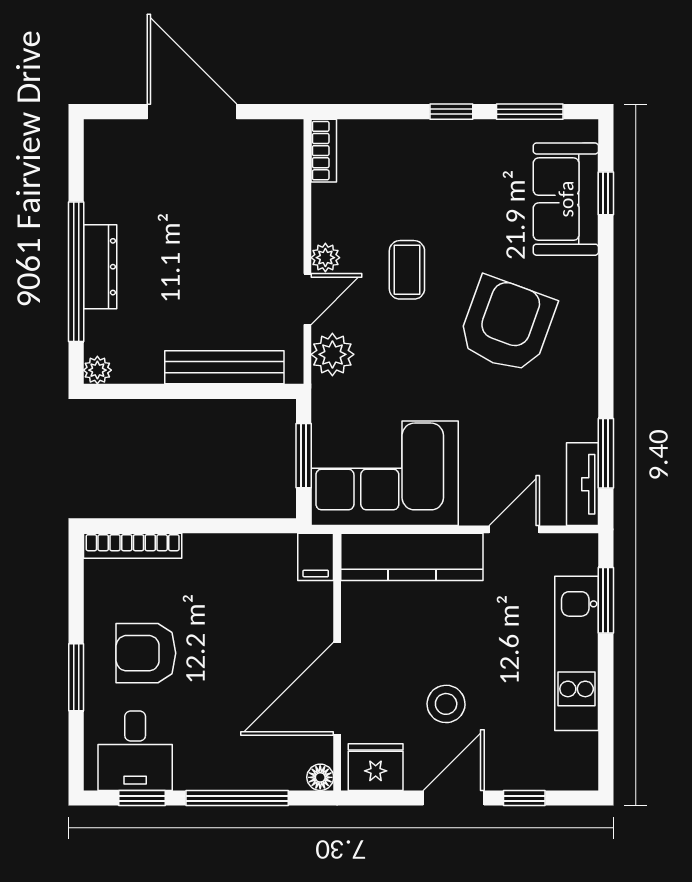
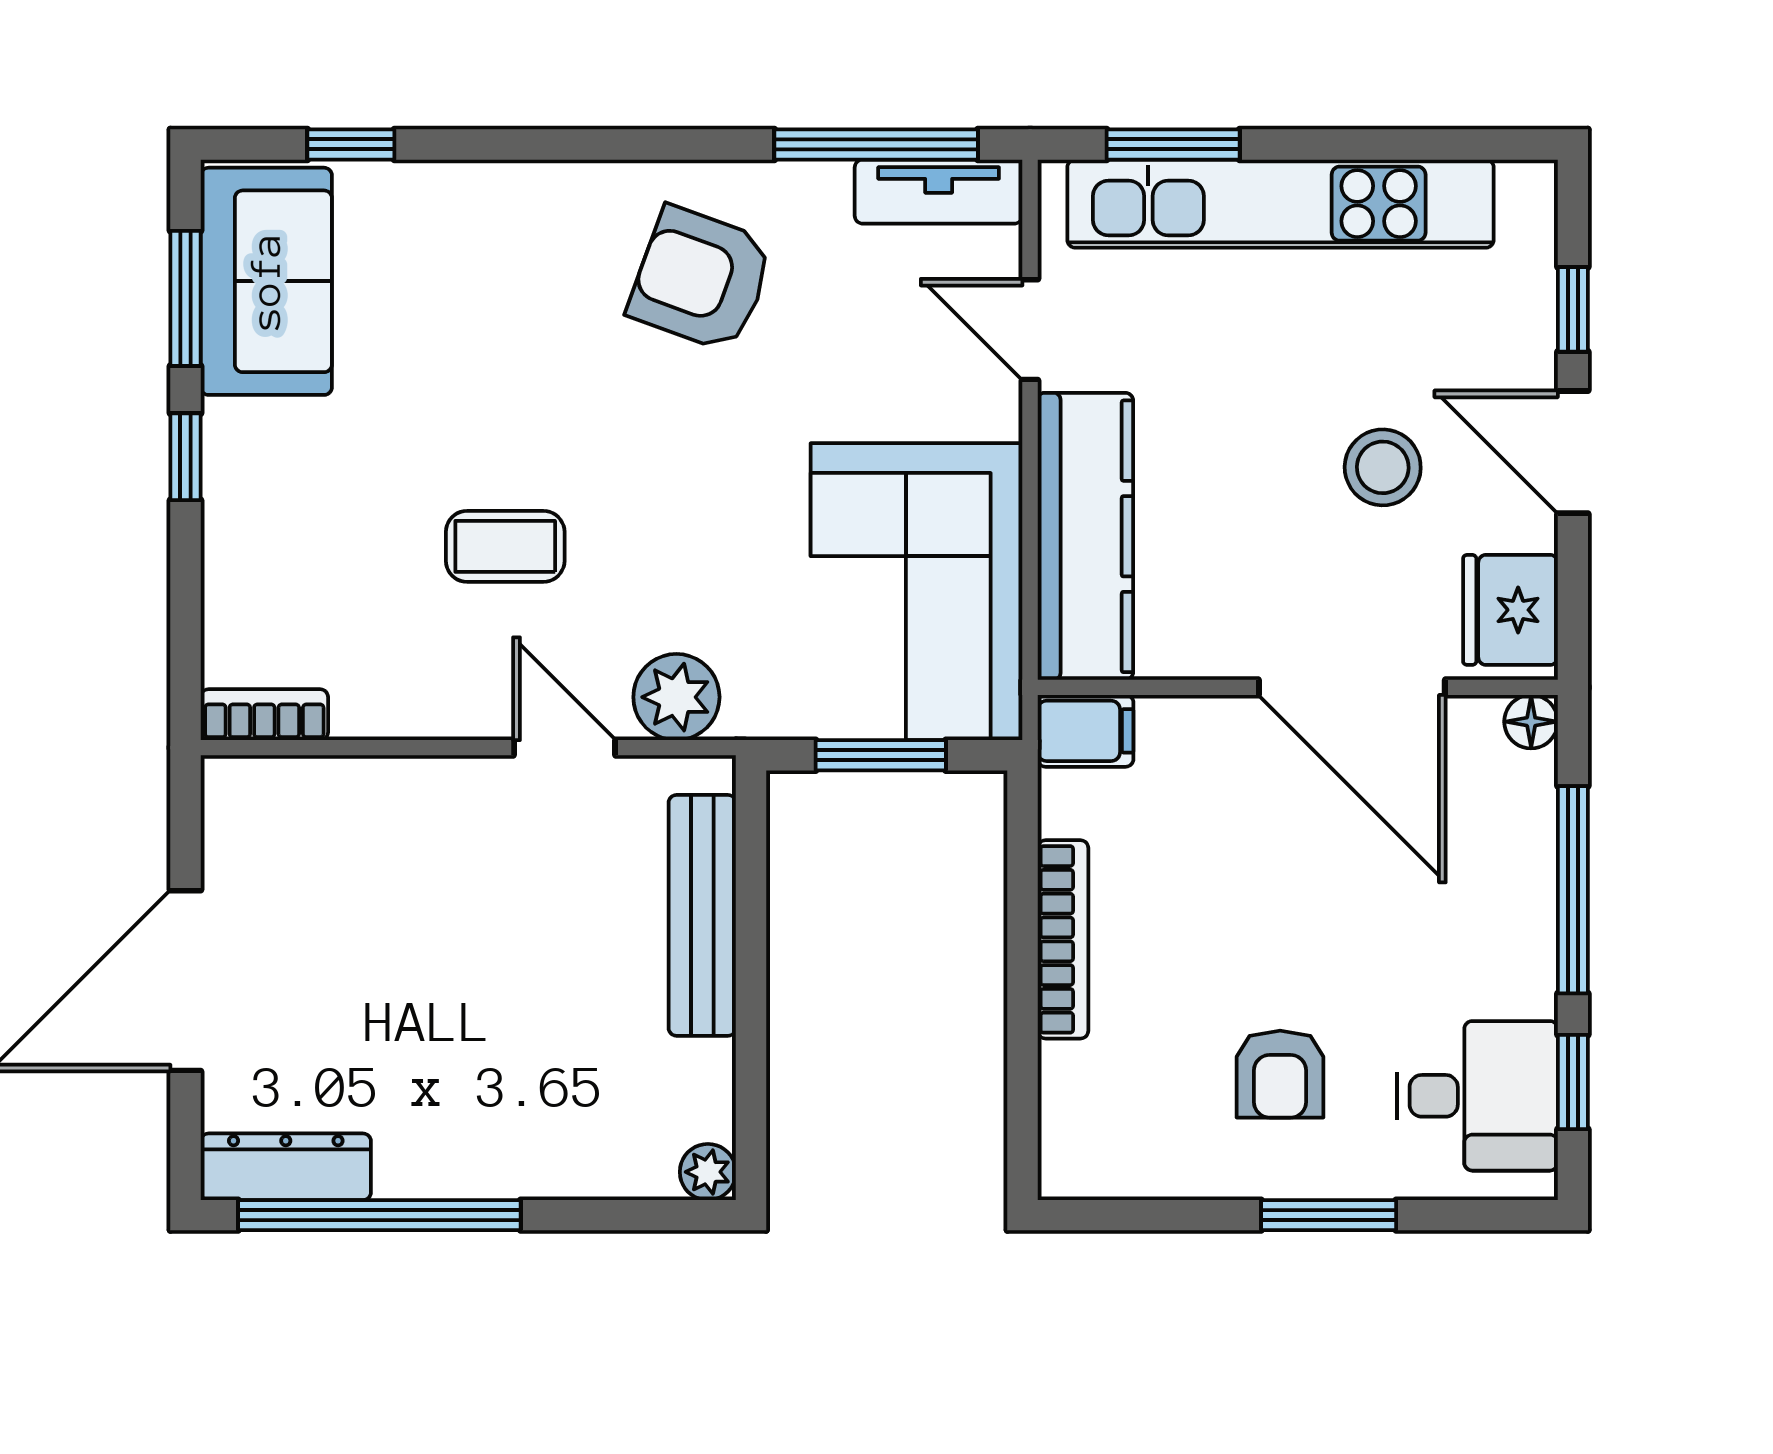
sofa: (566, 199) -> (266, 281), moved, turned -90
plant: (325, 258) -> (480, 711), removed
dresser: (100, 267) -> (286, 1167), moved
window: (76, 272) -> (379, 1215), moved
armchair: (507, 325) -> (701, 279), moved, width x0.73, depth x0.73
window: (606, 453) -> (876, 144), width x1.44
bookcase: (133, 546) -> (1063, 939), moved
armchair: (146, 653) -> (1280, 1074), width x0.72, depth x0.72
kitchen unit: (577, 653) -> (1281, 204), width x1.36

